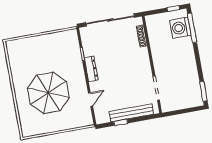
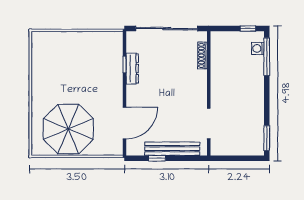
washing machine: (180, 28) -> (258, 48), width x0.53, depth x0.53
dresser: (91, 69) -> (132, 69), moved
parasol: (48, 93) -> (68, 129), moved
door: (91, 99) -> (125, 123), width x1.88

